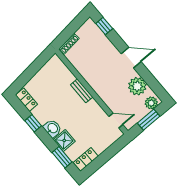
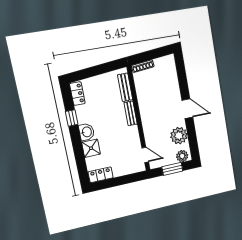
window: (104, 26) -> (181, 69), removed
bench: (64, 71) -> (125, 87), added
window: (62, 157) -> (81, 162), removed

